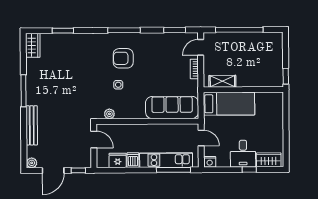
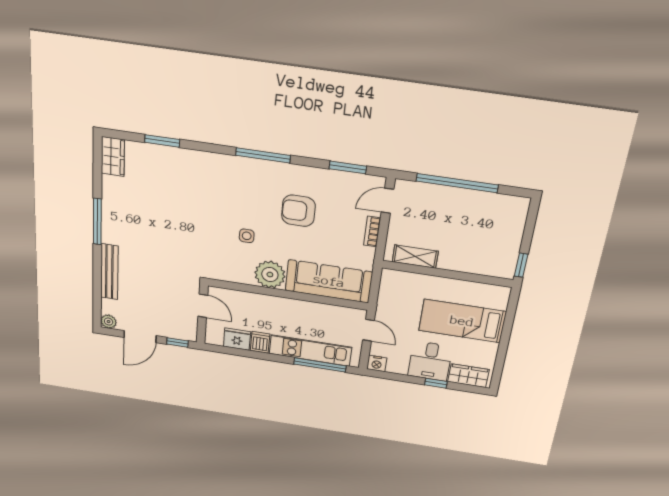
armchair: (123, 58) -> (298, 211), moved
bed: (229, 104) -> (462, 321), moved, turned 180
plant: (109, 114) -> (270, 275), moved, width x1.88, depth x1.88

